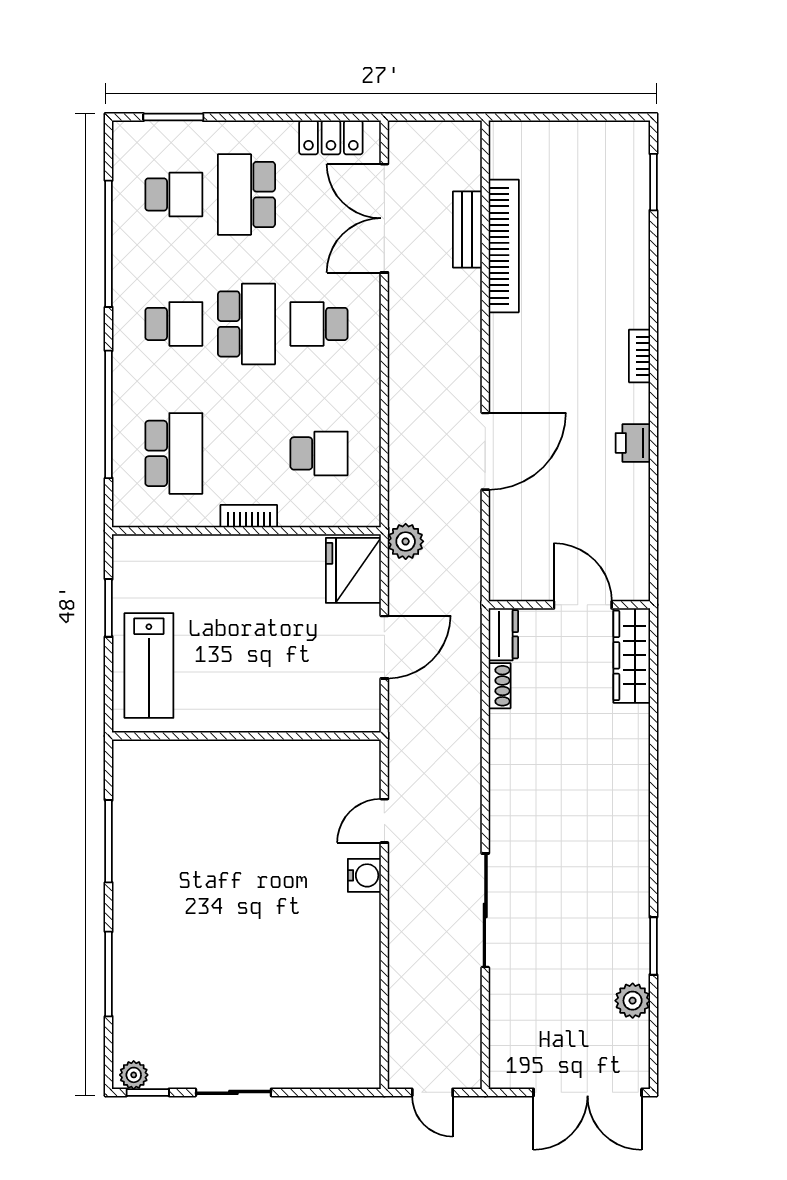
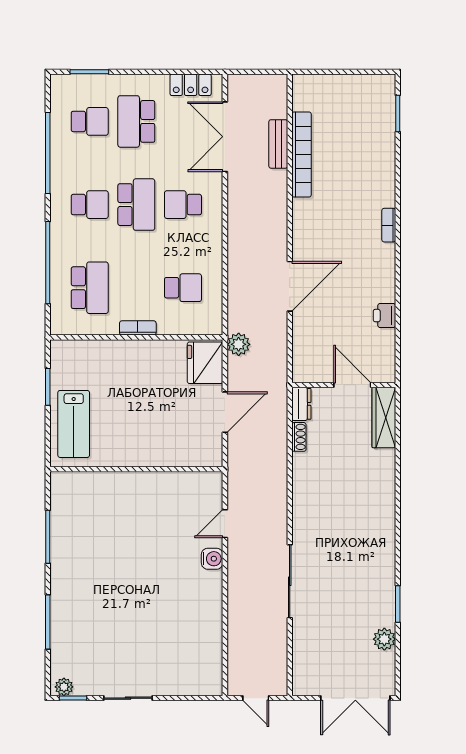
printer: (633, 443) -> (384, 316), moved

